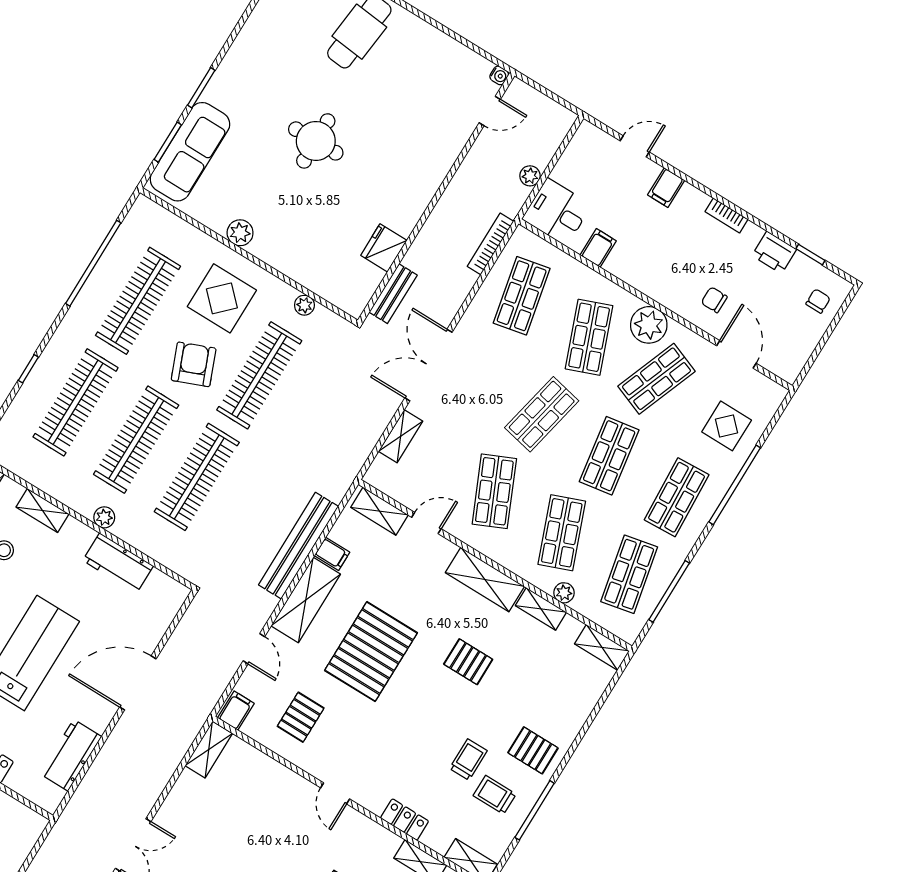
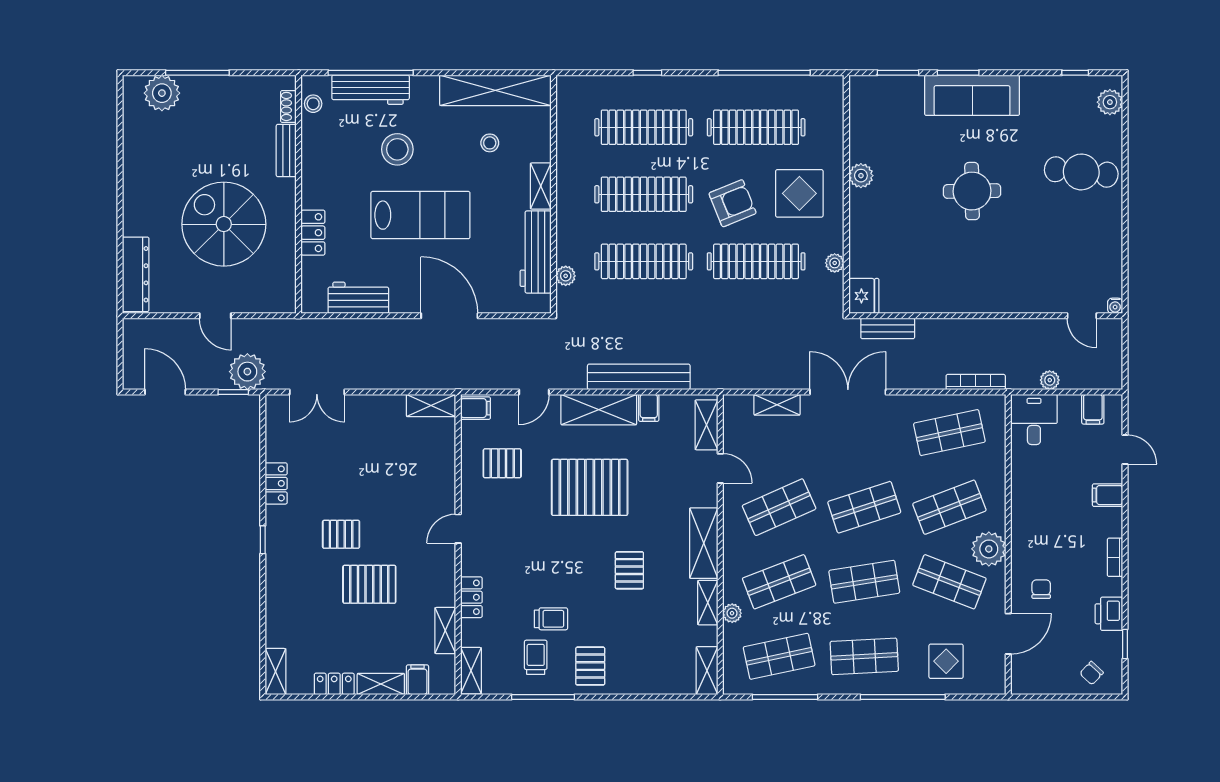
sofa: (190, 152) -> (972, 95), moved
fridge: (384, 248) -> (864, 296), moved, turned 90
filing cabinet: (598, 248) -> (1093, 409), moved, turned 90
chair: (818, 301) -> (1092, 673), turned 133
shop shelf: (542, 414) -> (864, 507), turned -30
shelving: (43, 510) -> (541, 186), moved
plant: (104, 517) -> (566, 276), moved
workbench: (118, 563) -> (536, 252), width x1.38

